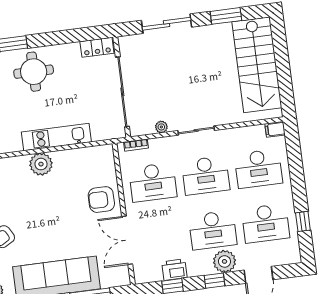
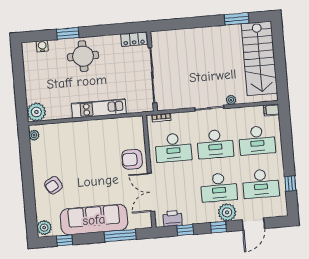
sliding door: (167, 24) -> (190, 23), removed
plant: (161, 127) -> (231, 100), moved
plant: (41, 164) -> (86, 129), removed
printer: (174, 270) -> (173, 218), moved

